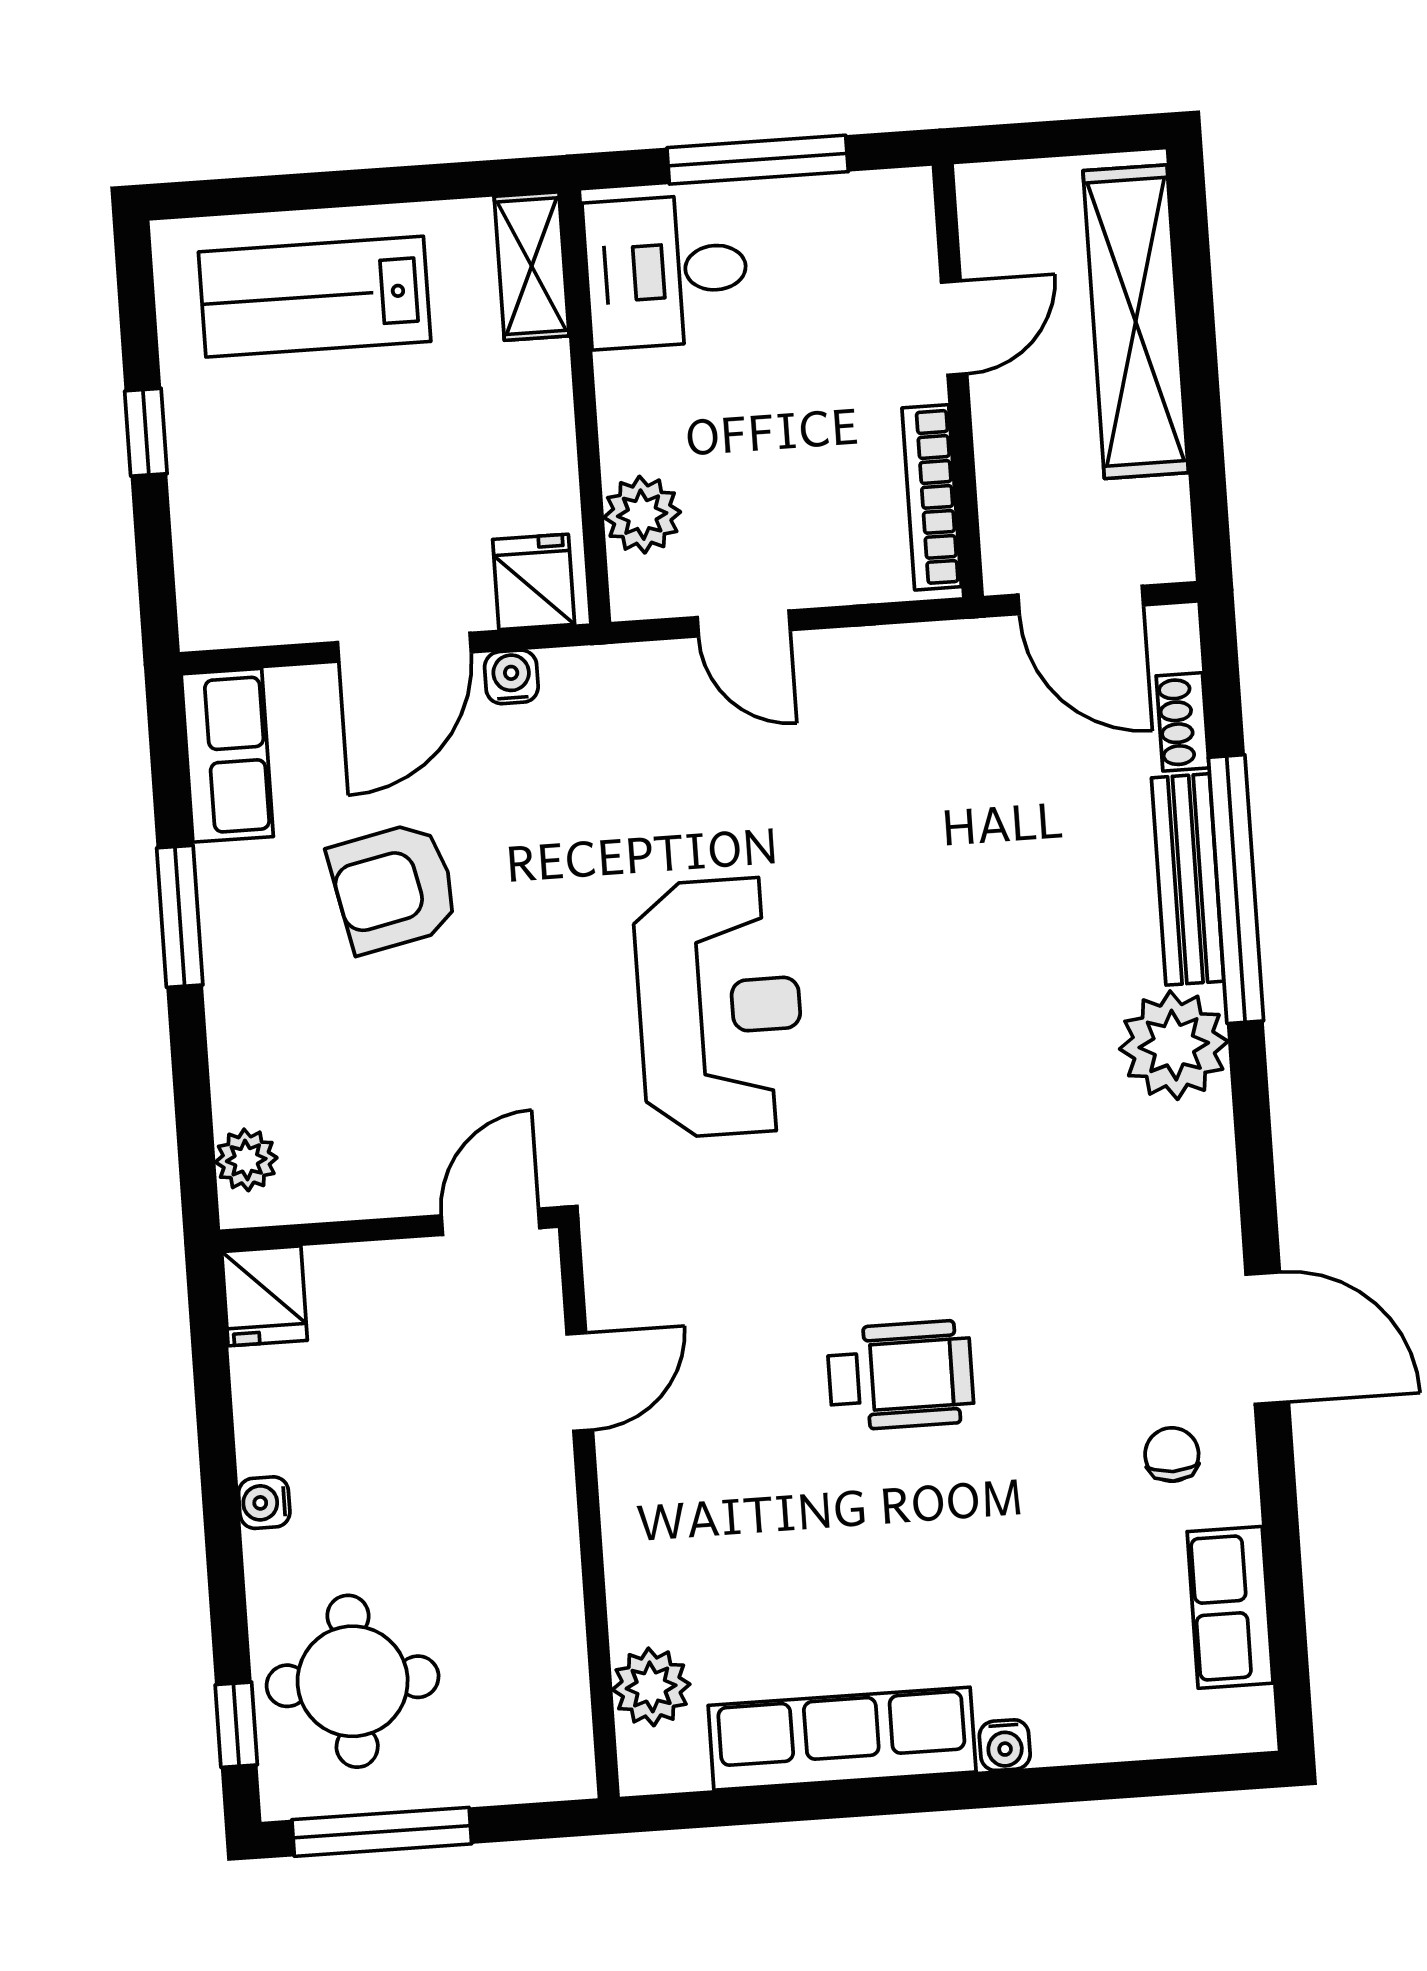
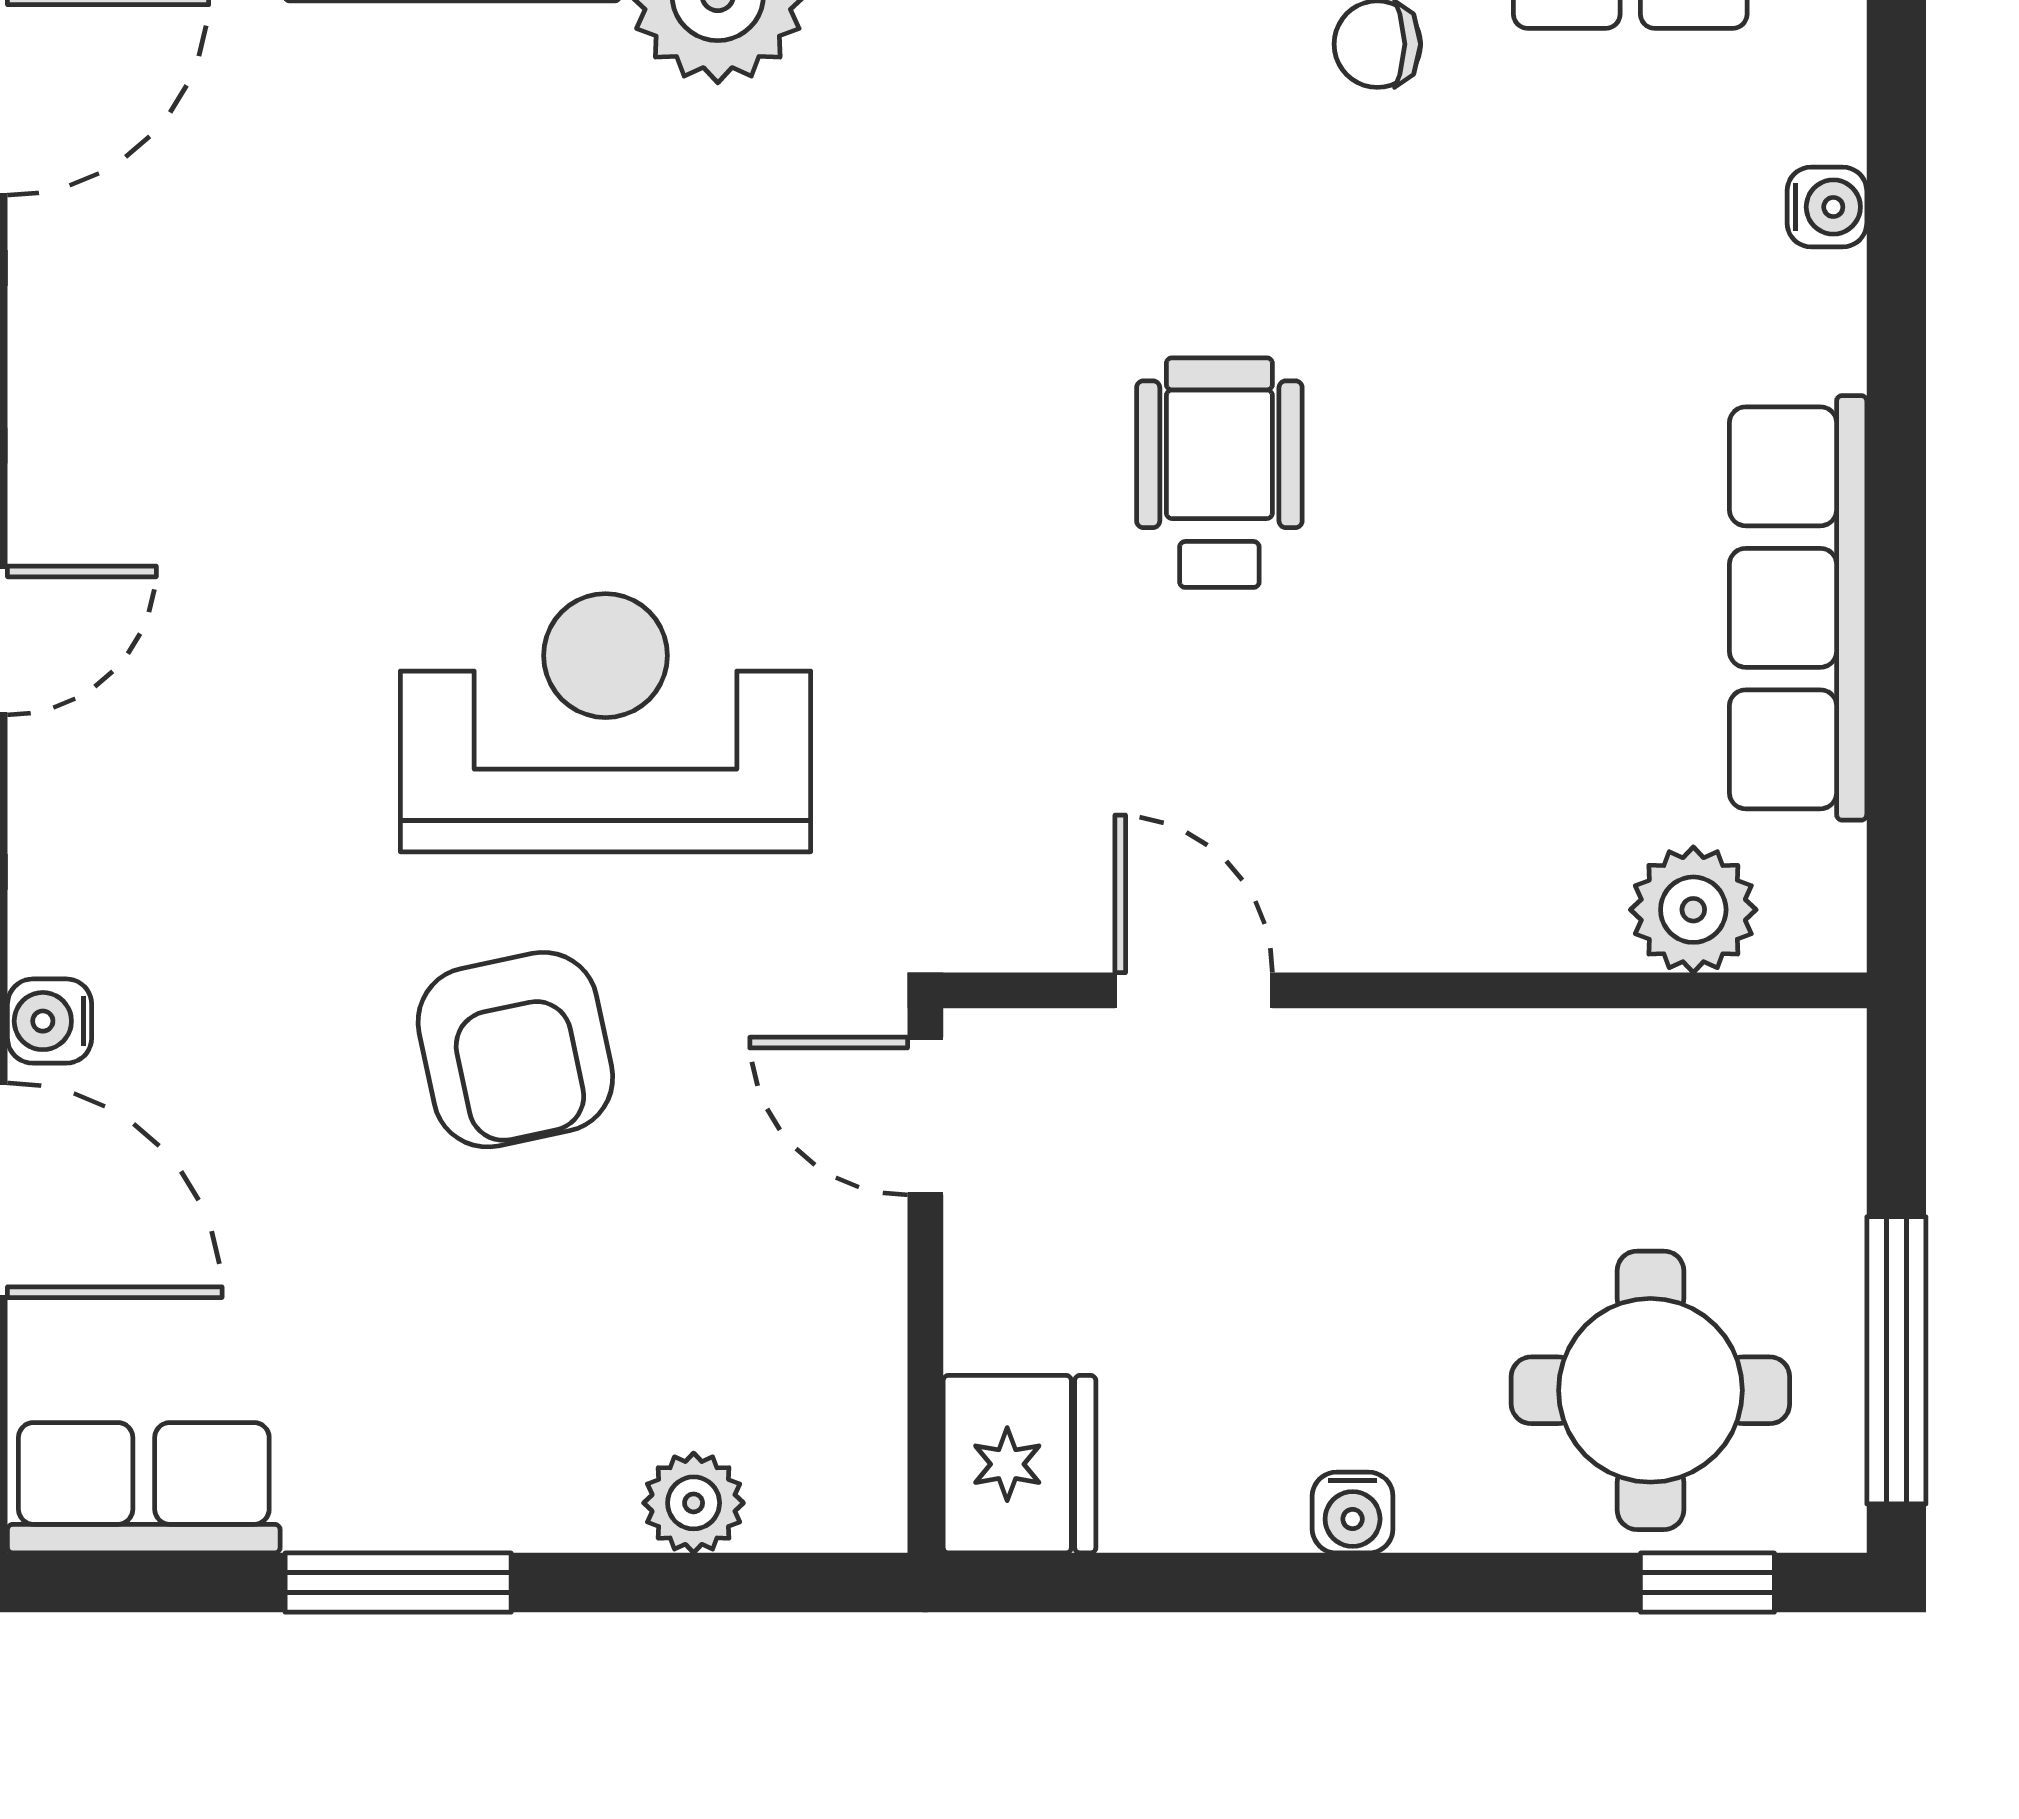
armchair: (394, 887) -> (515, 1050), moved
plant: (246, 1160) -> (694, 1503), moved
fridge: (264, 1296) -> (1019, 1464), width x1.38
water cooler: (1005, 1745) -> (1827, 207), moved

